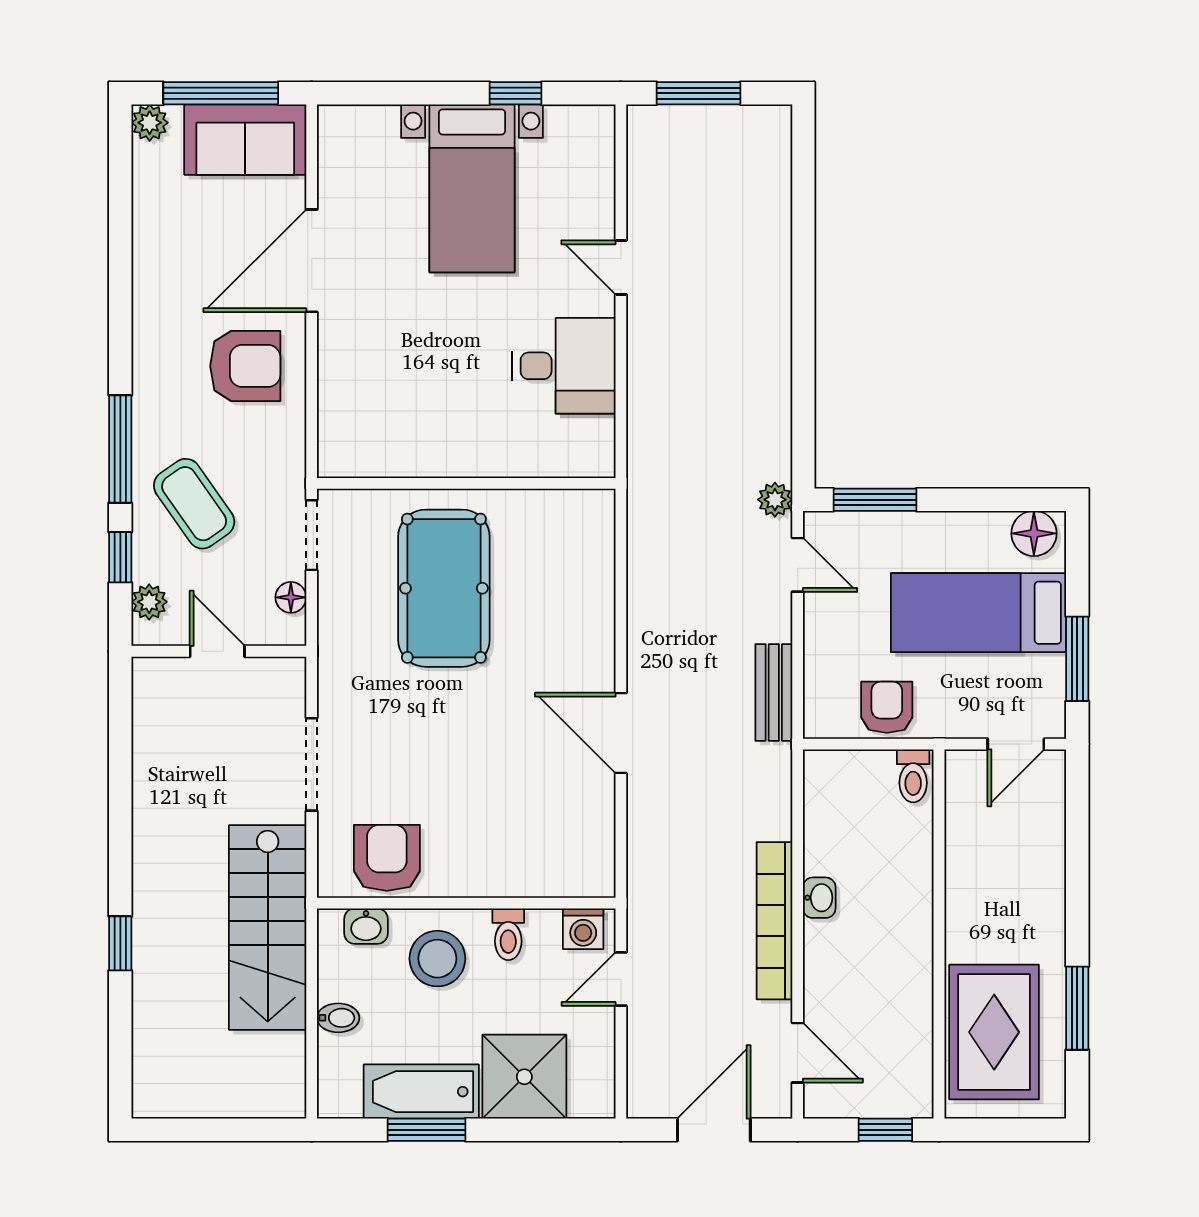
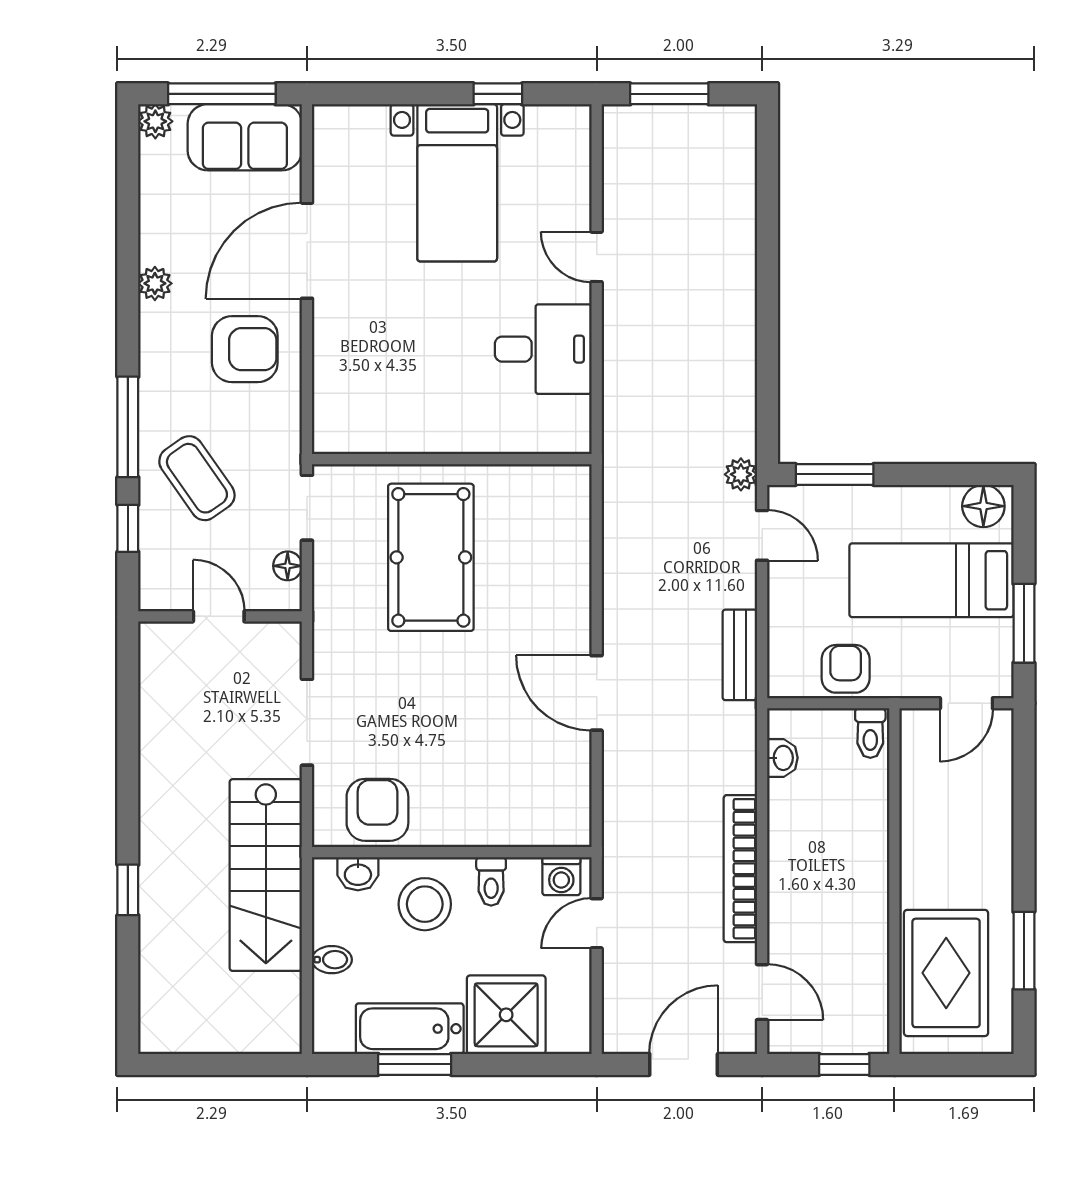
plant: (149, 602) -> (155, 283), moved
washbasin: (819, 898) -> (782, 758), moved

